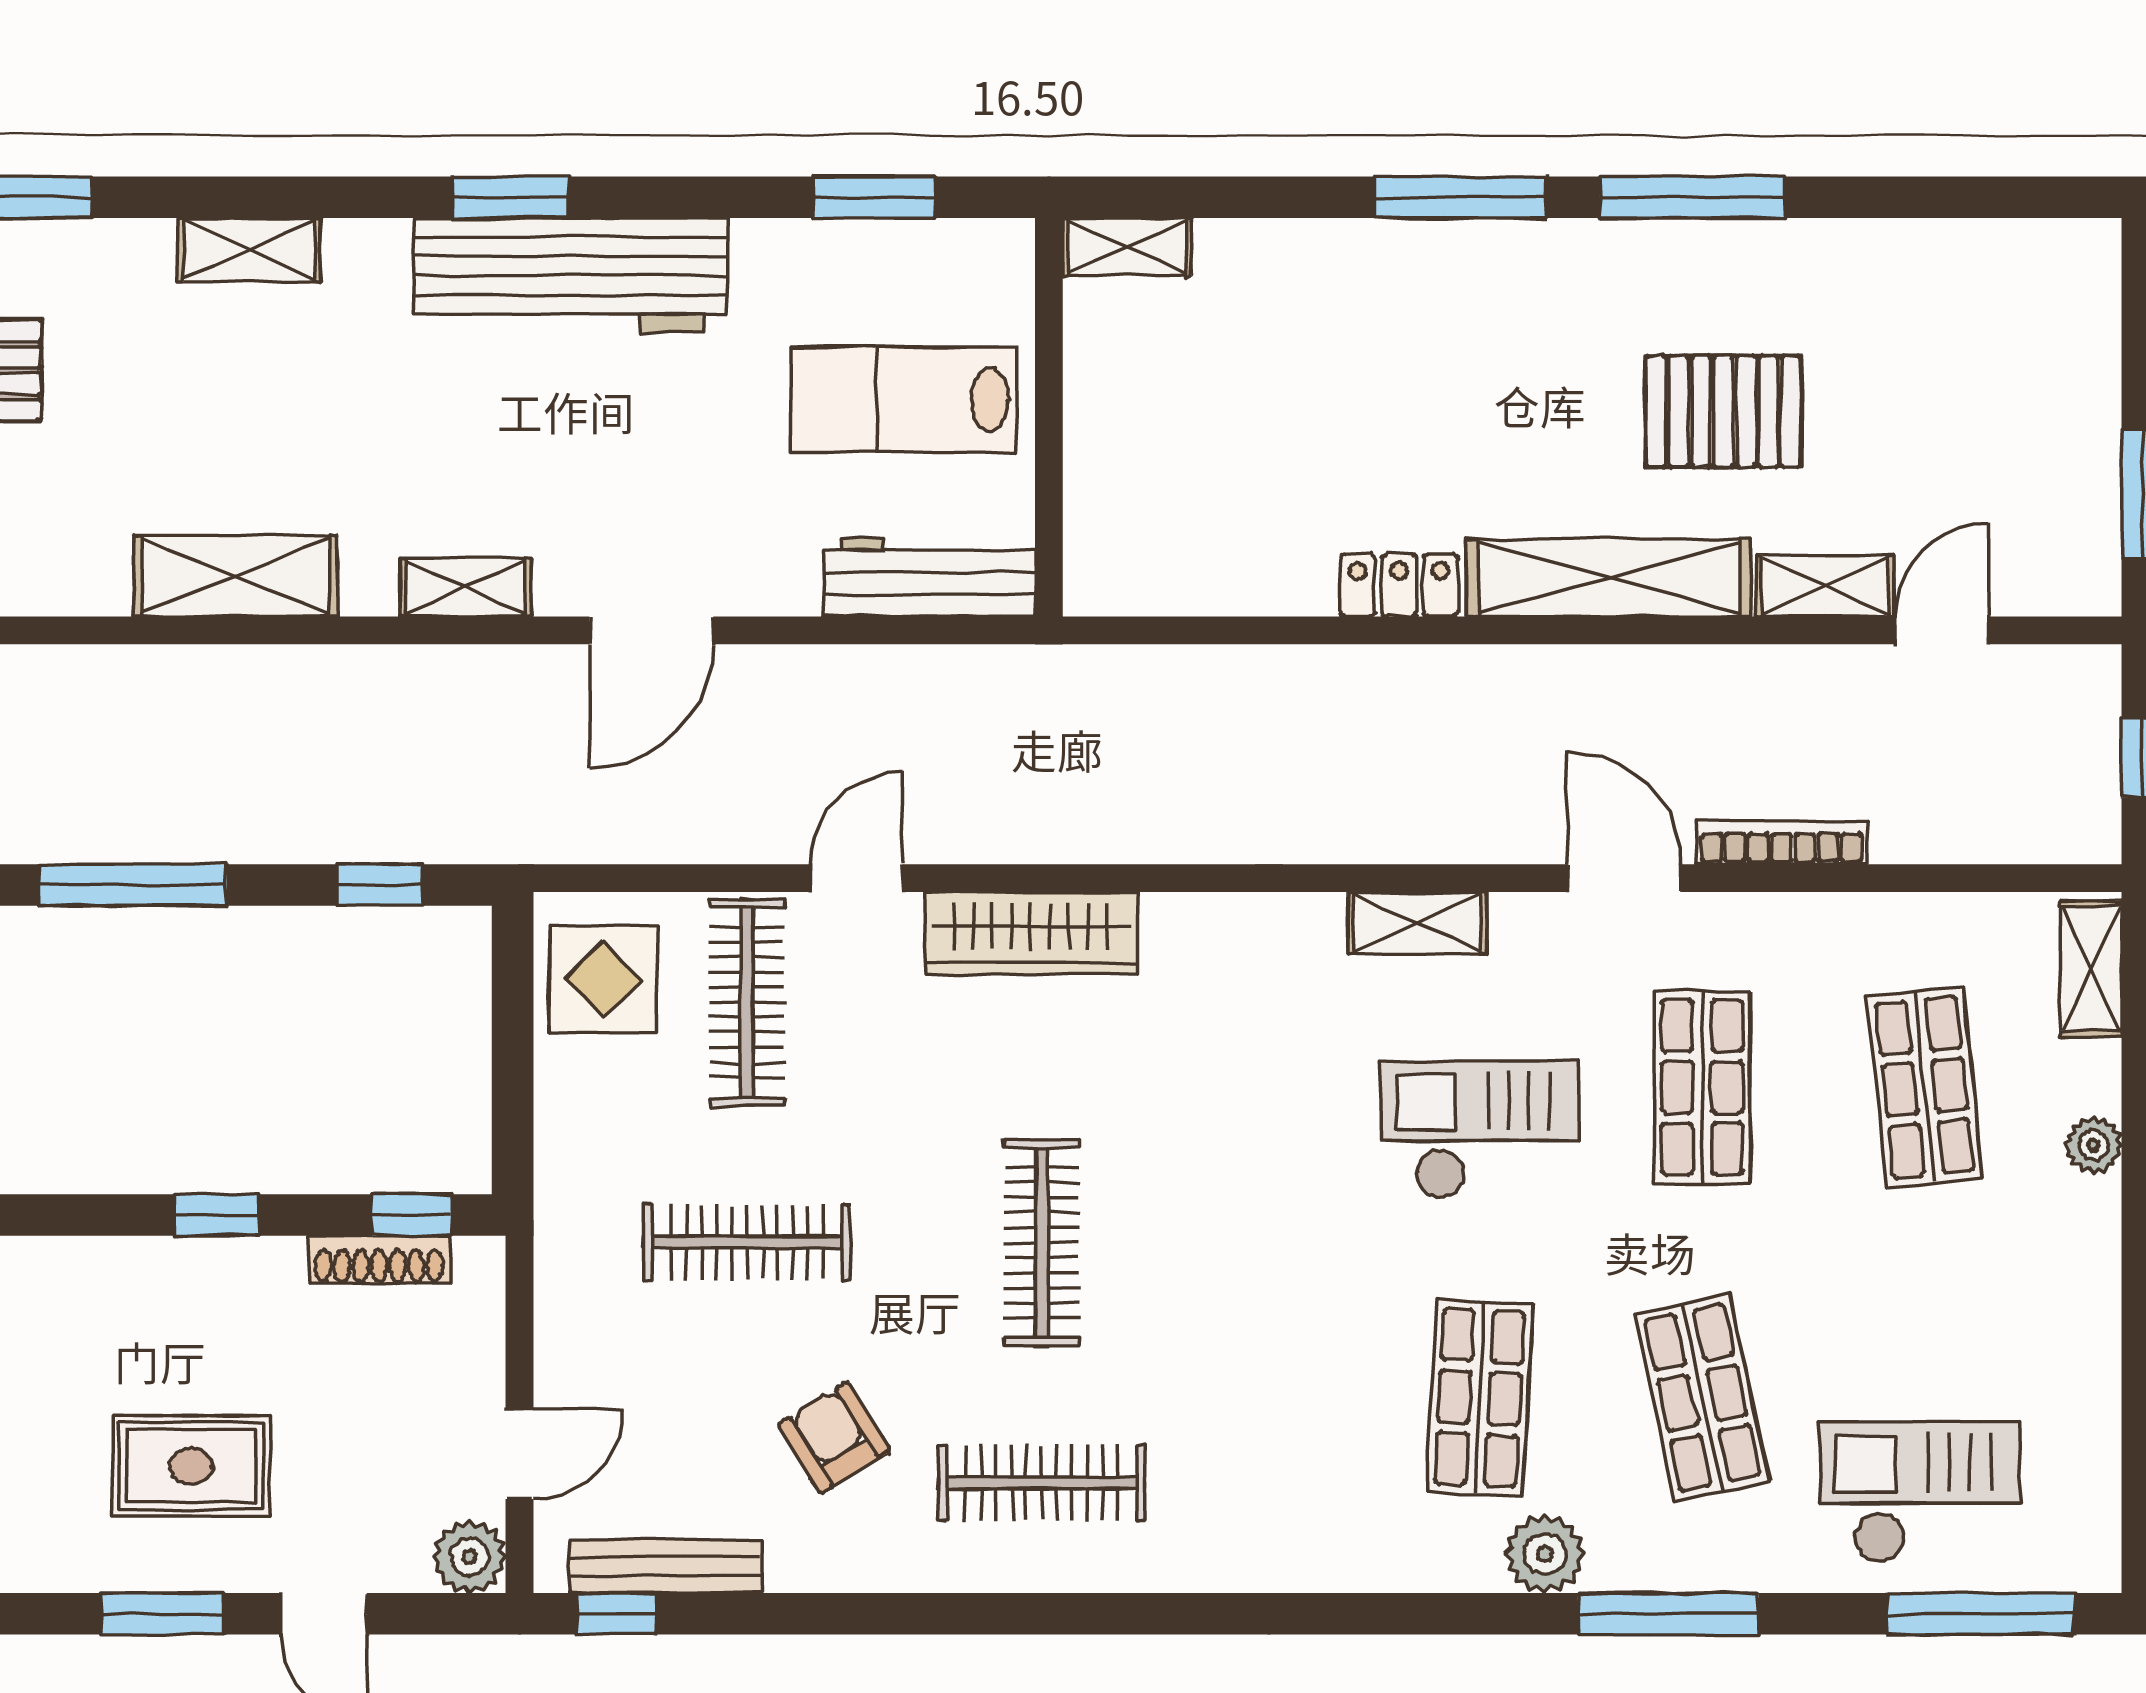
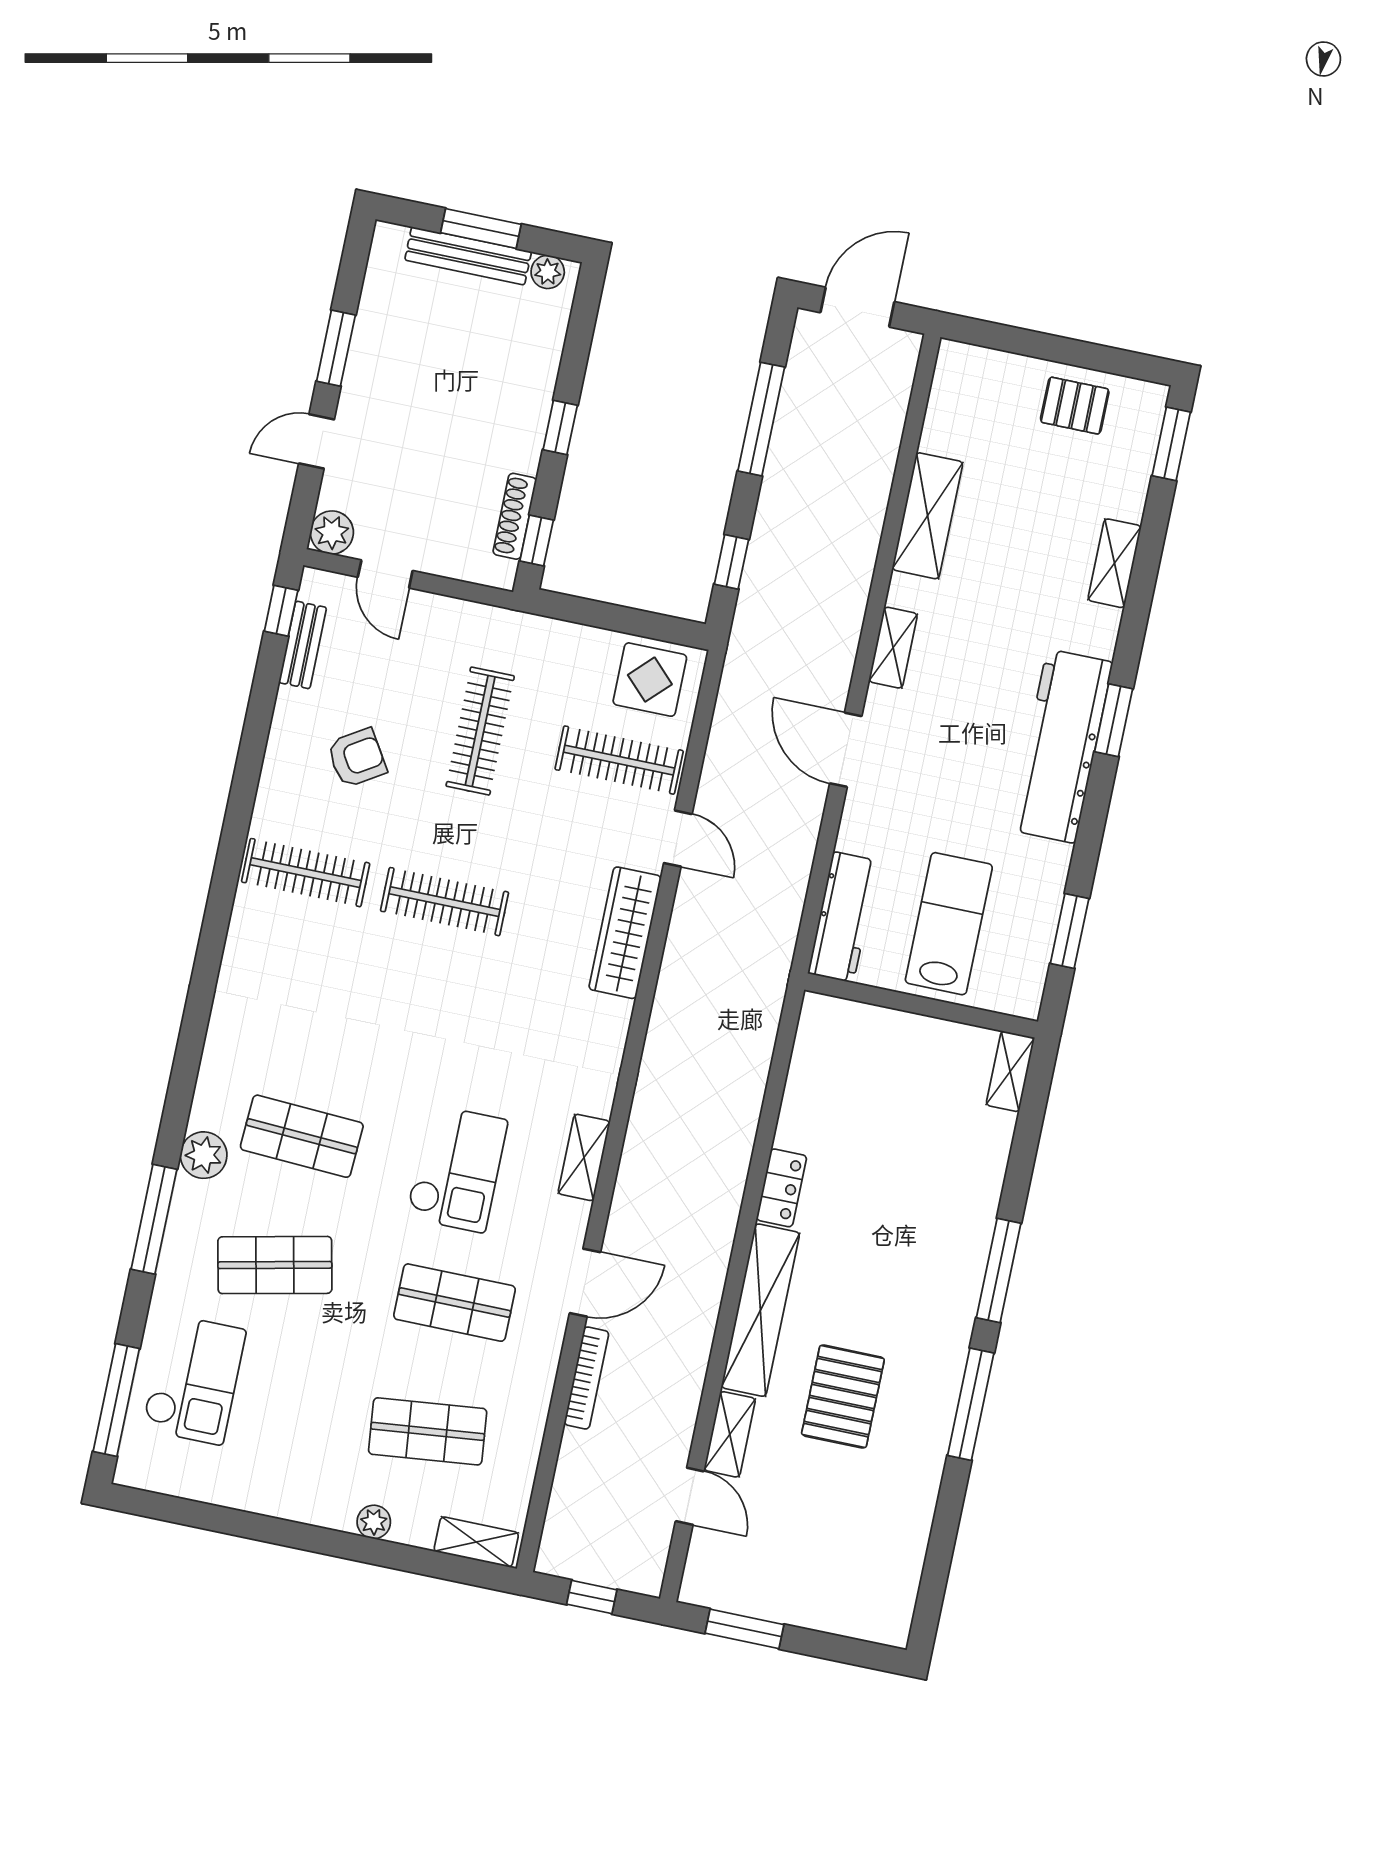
rug: (191, 1466) -> (418, 383), removed
clothes rail: (1042, 1483) -> (306, 873), turned 90
bench: (666, 1566) -> (303, 645), width x0.73

